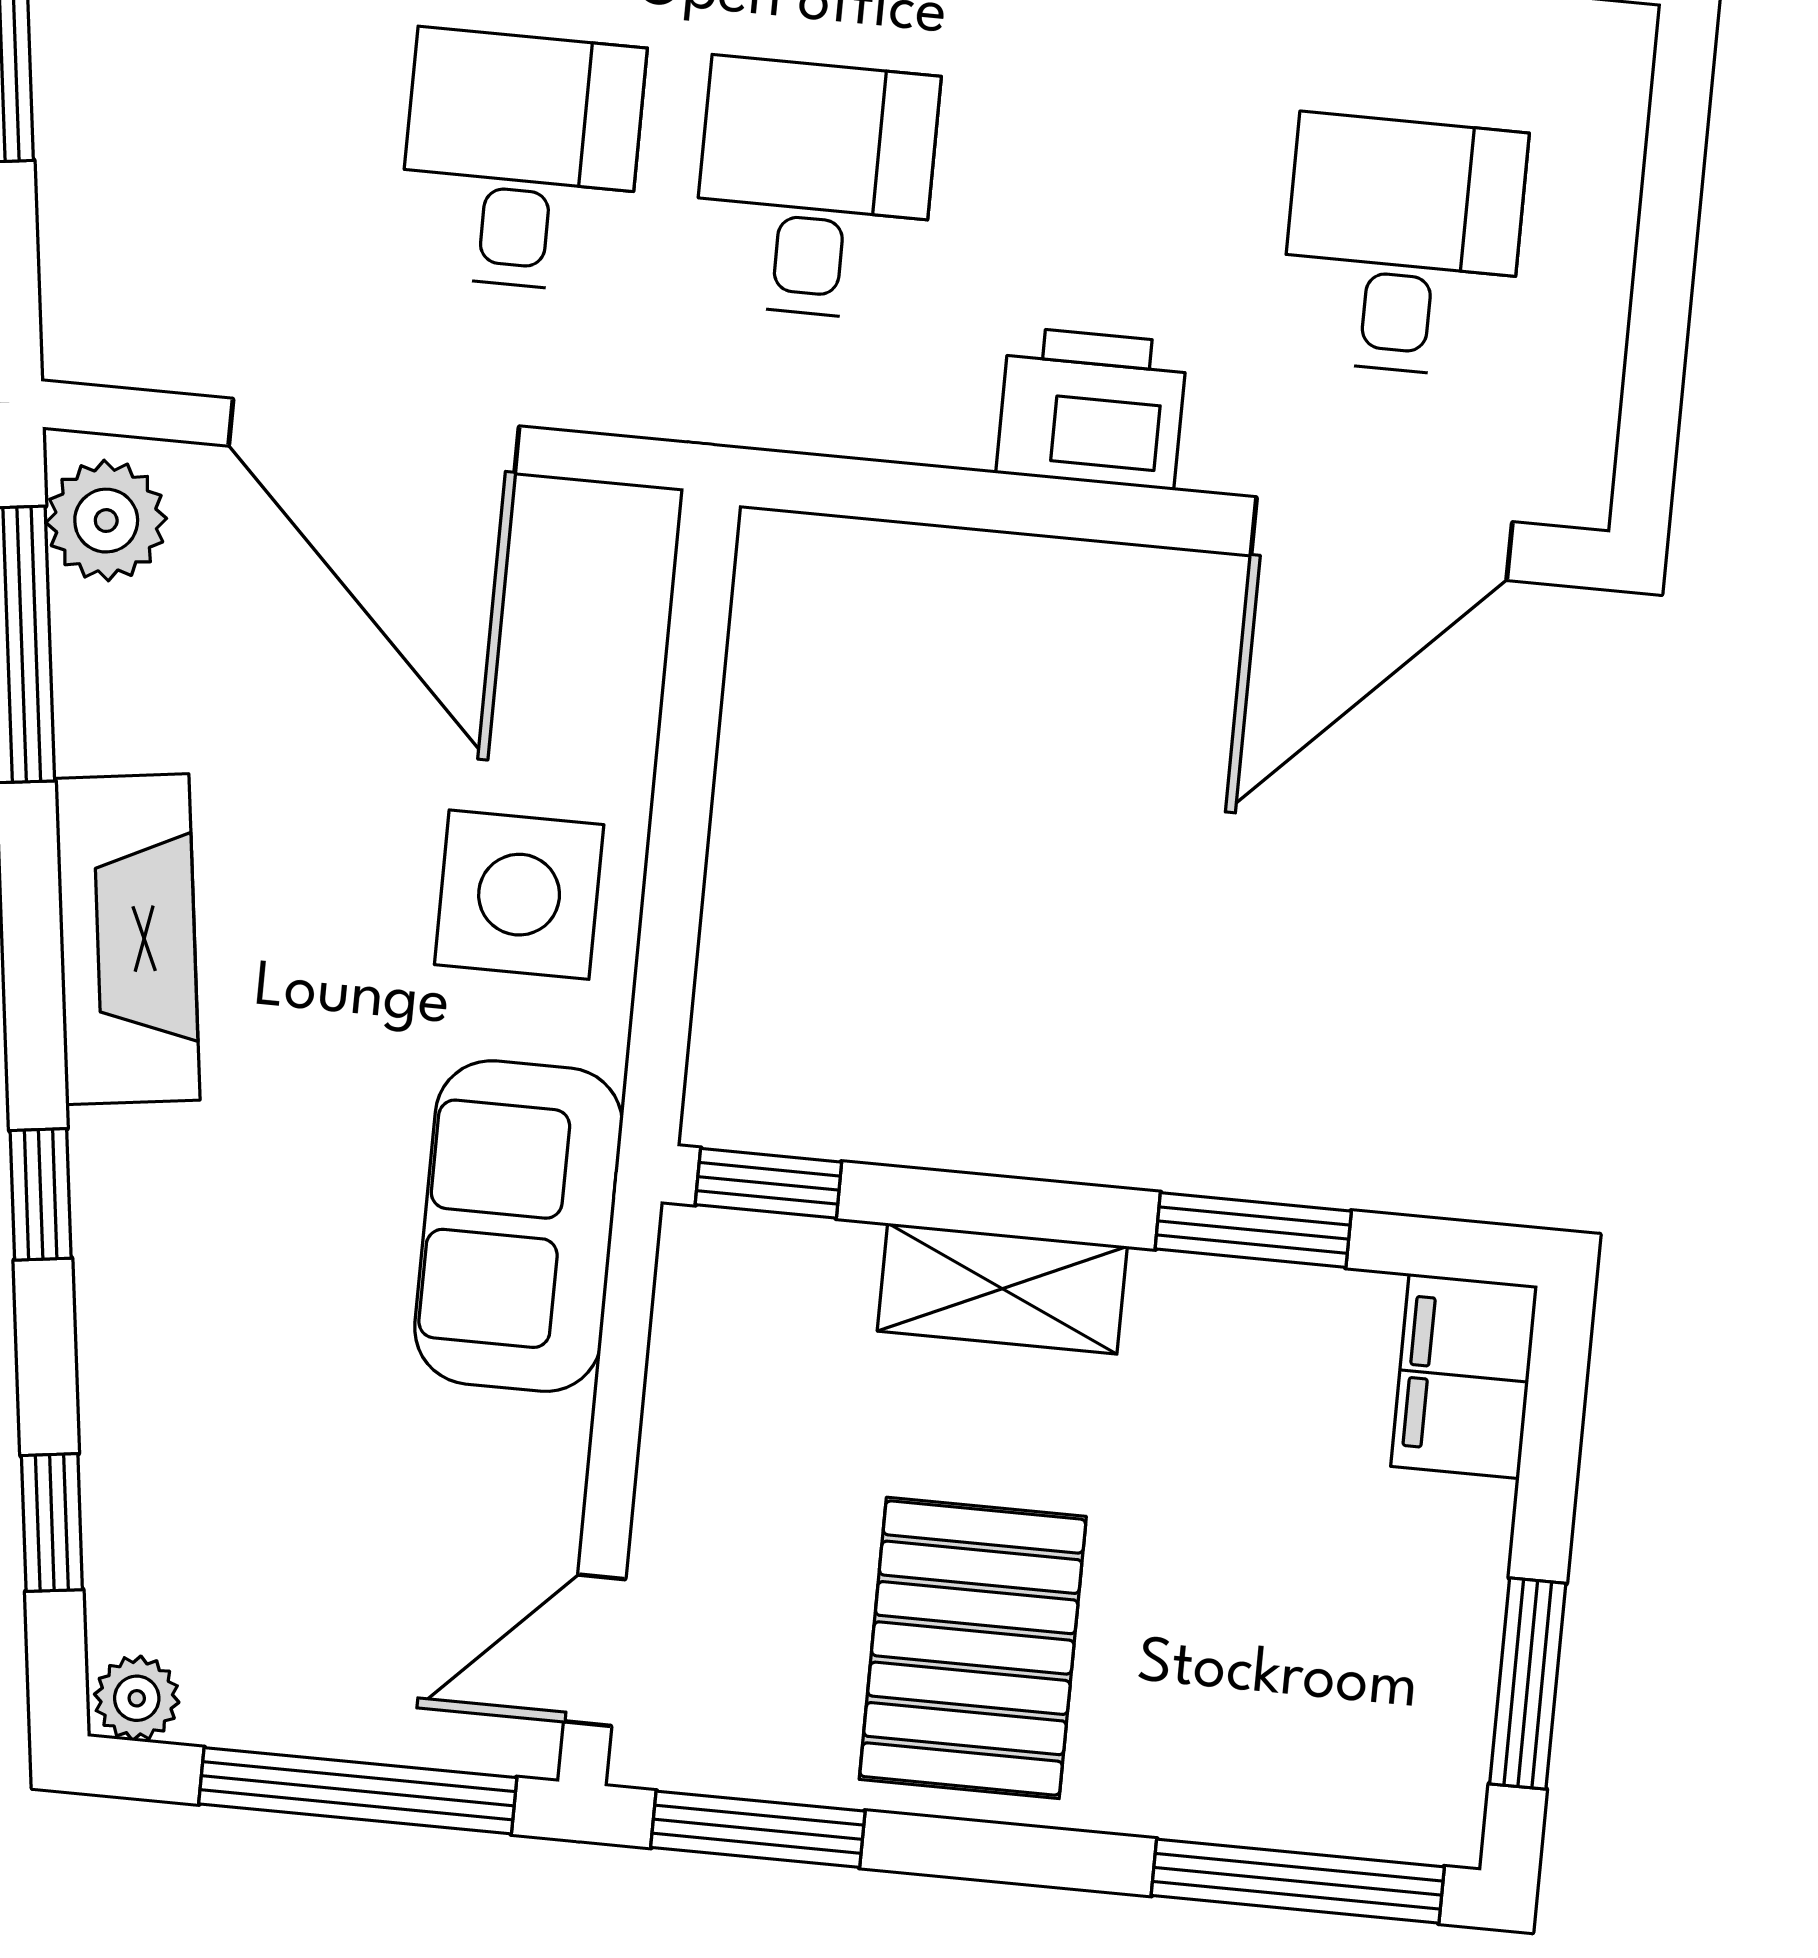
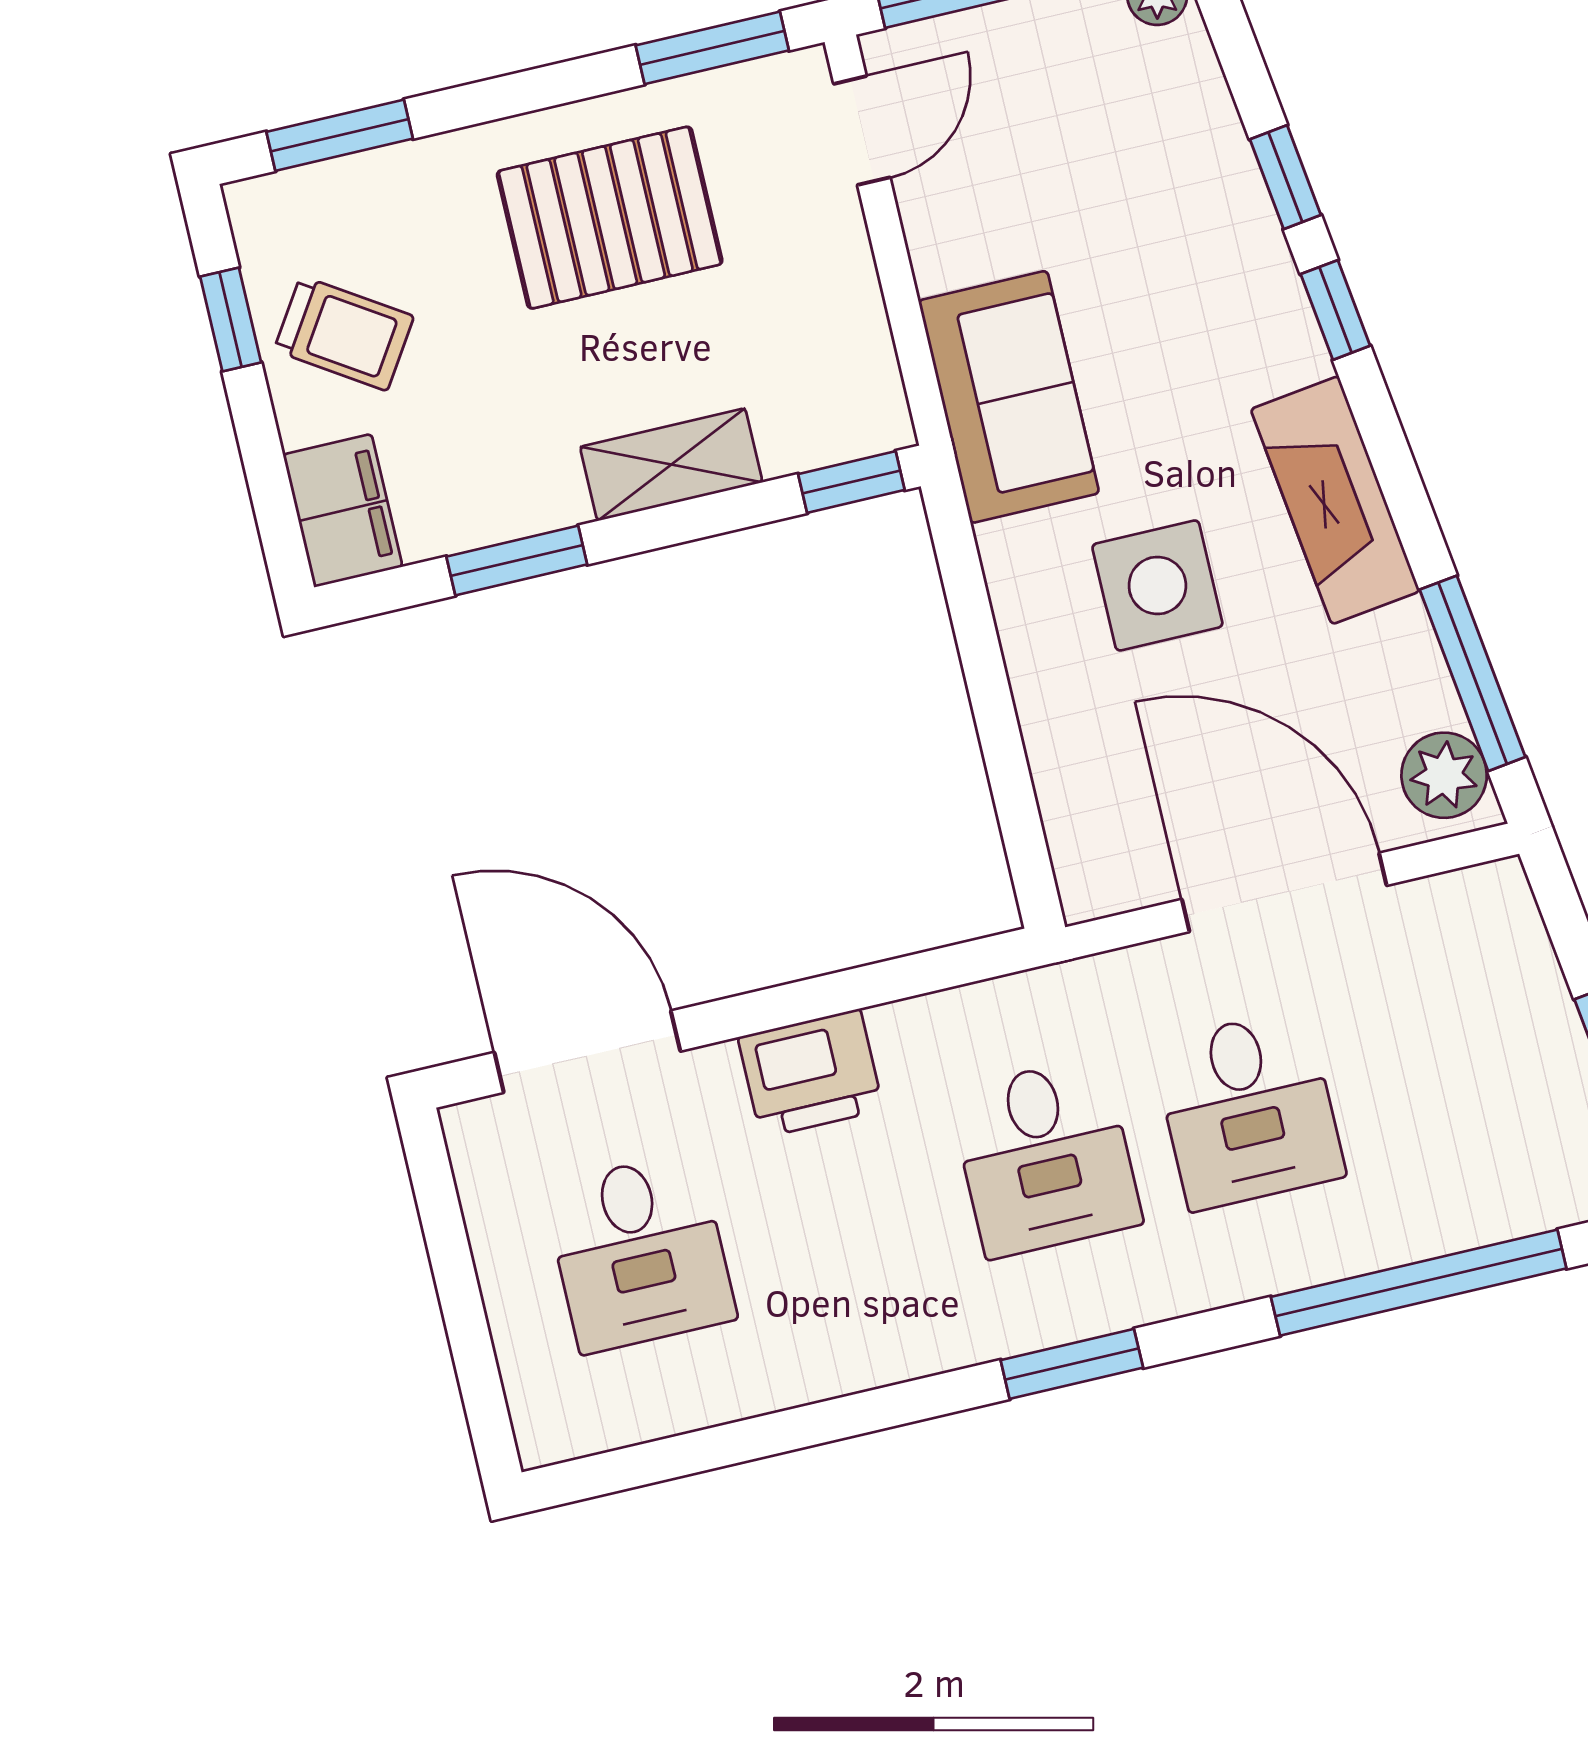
door: (1382, 539) -> (587, 1052), hinge flipped
side table: (519, 895) -> (1157, 586), moved
window: (52, 1523) -> (1285, 177), moved
trolley: (1382, 1613) -> (344, 333), added
pallet: (973, 1648) -> (610, 218), turned 90
window: (1528, 1684) -> (231, 319), width x0.67
window: (1298, 1881) -> (340, 135), width x0.69

